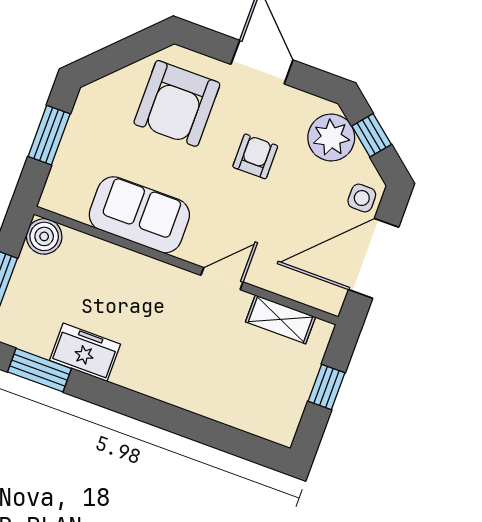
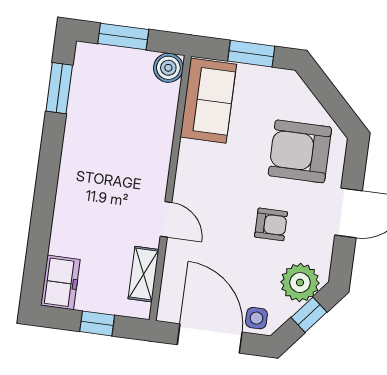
sofa: (139, 215) -> (208, 101), moved
freezer: (85, 352) -> (60, 282), moved

